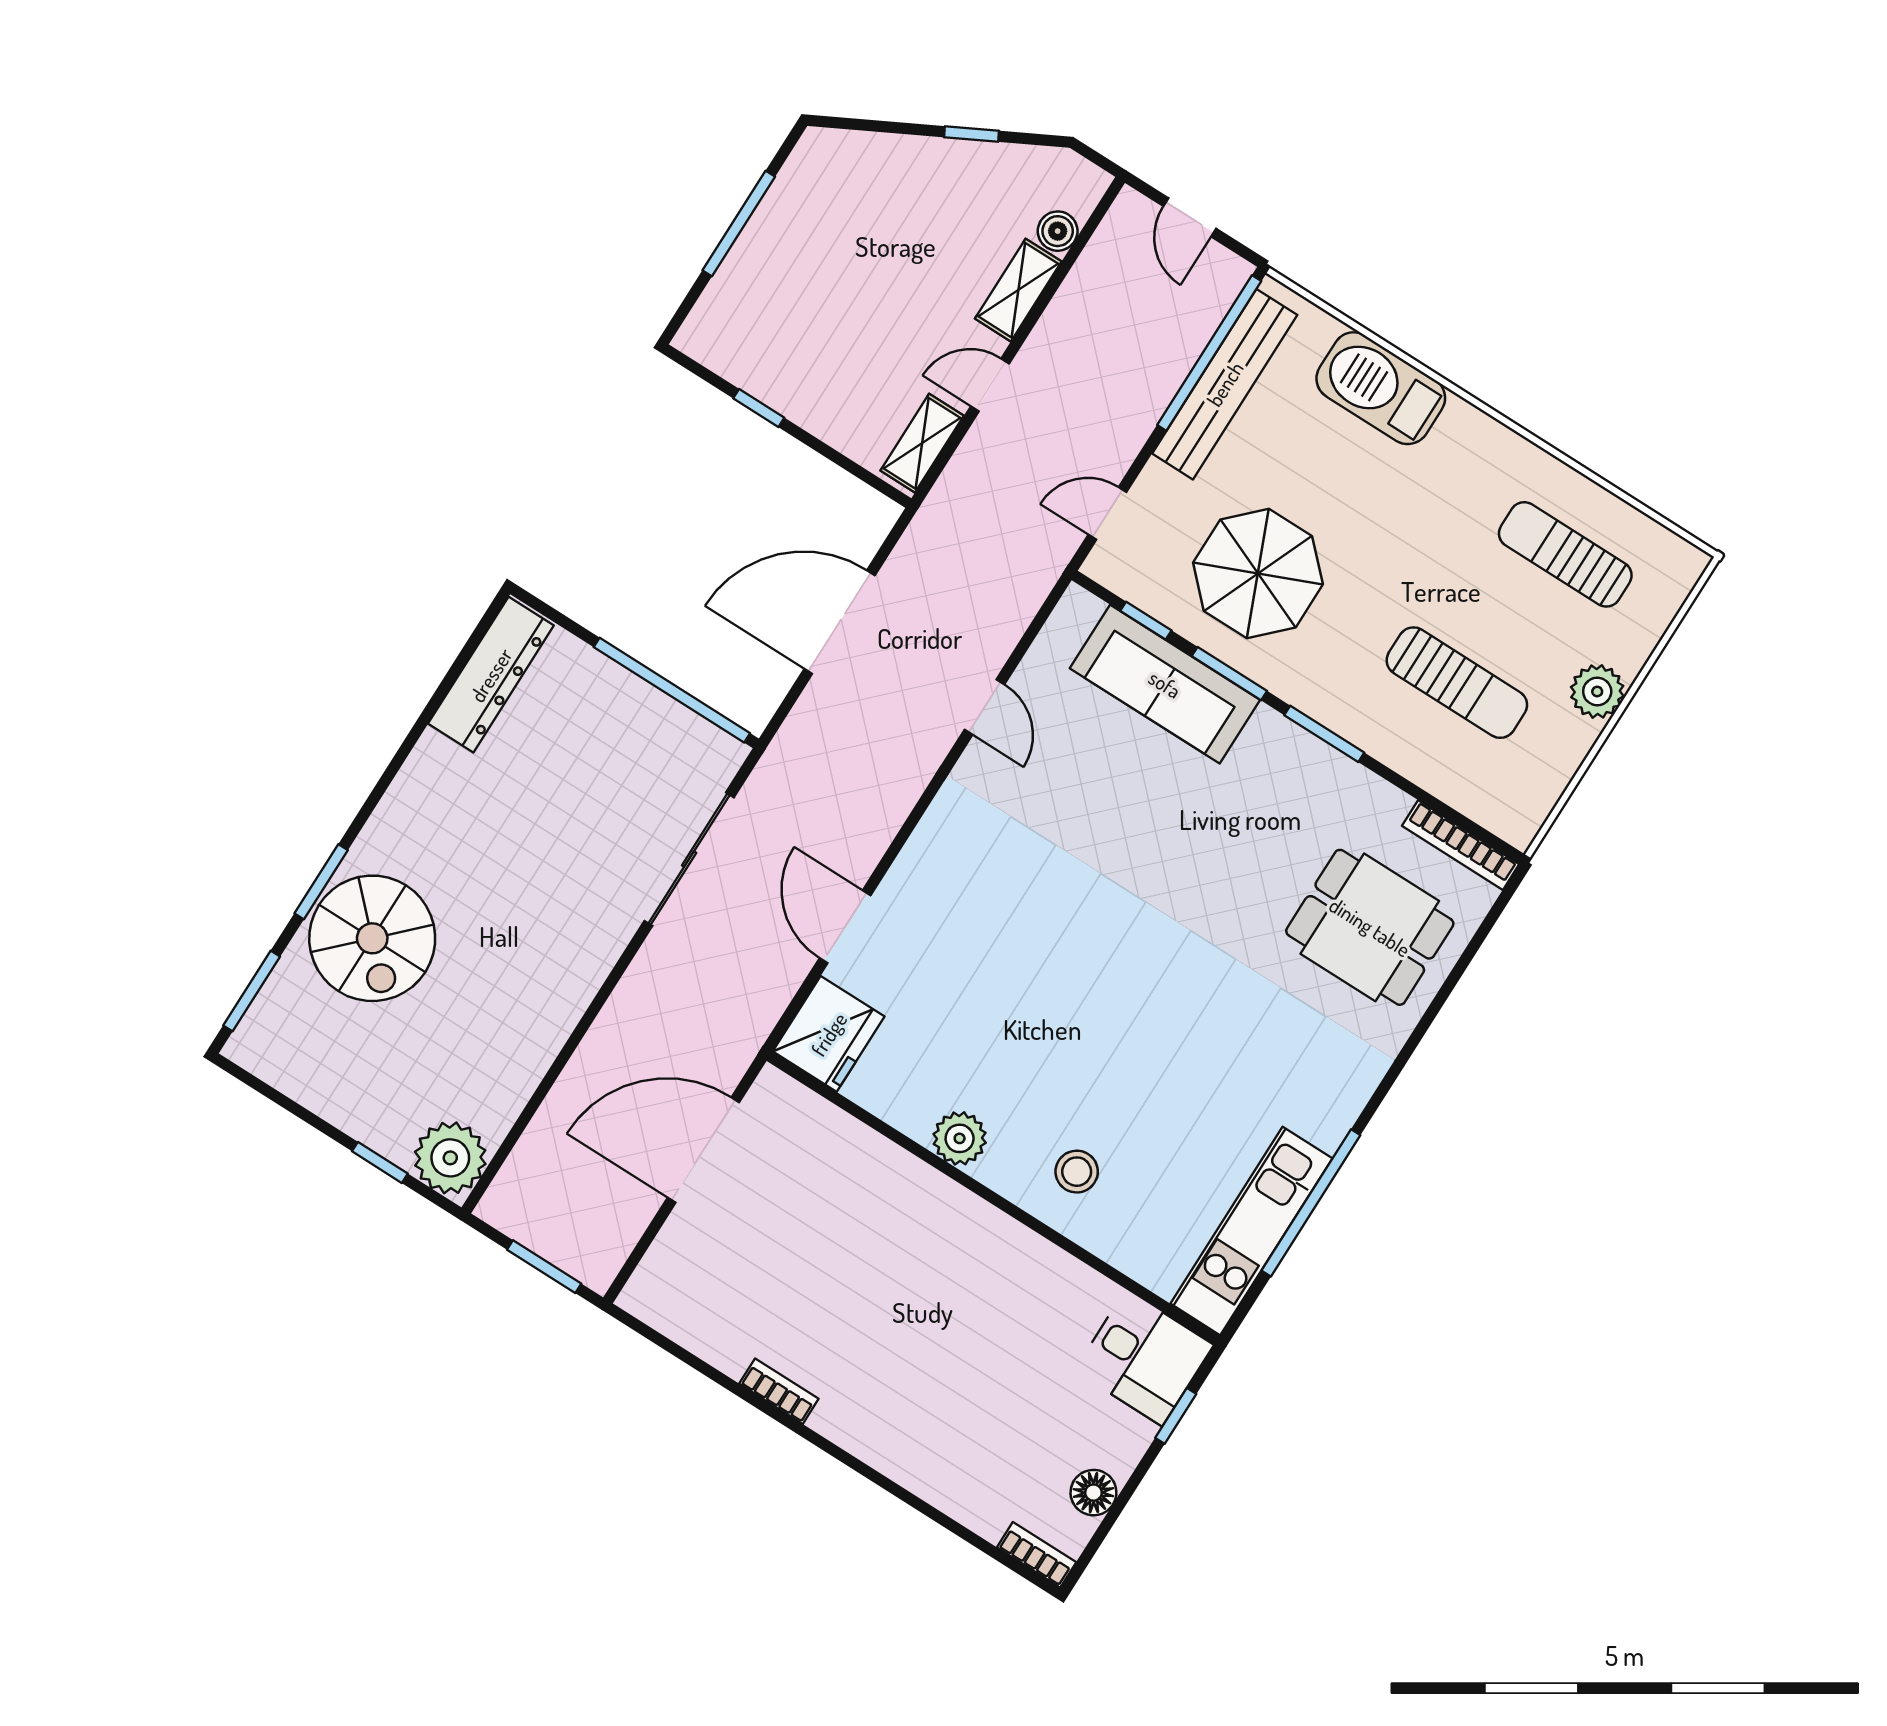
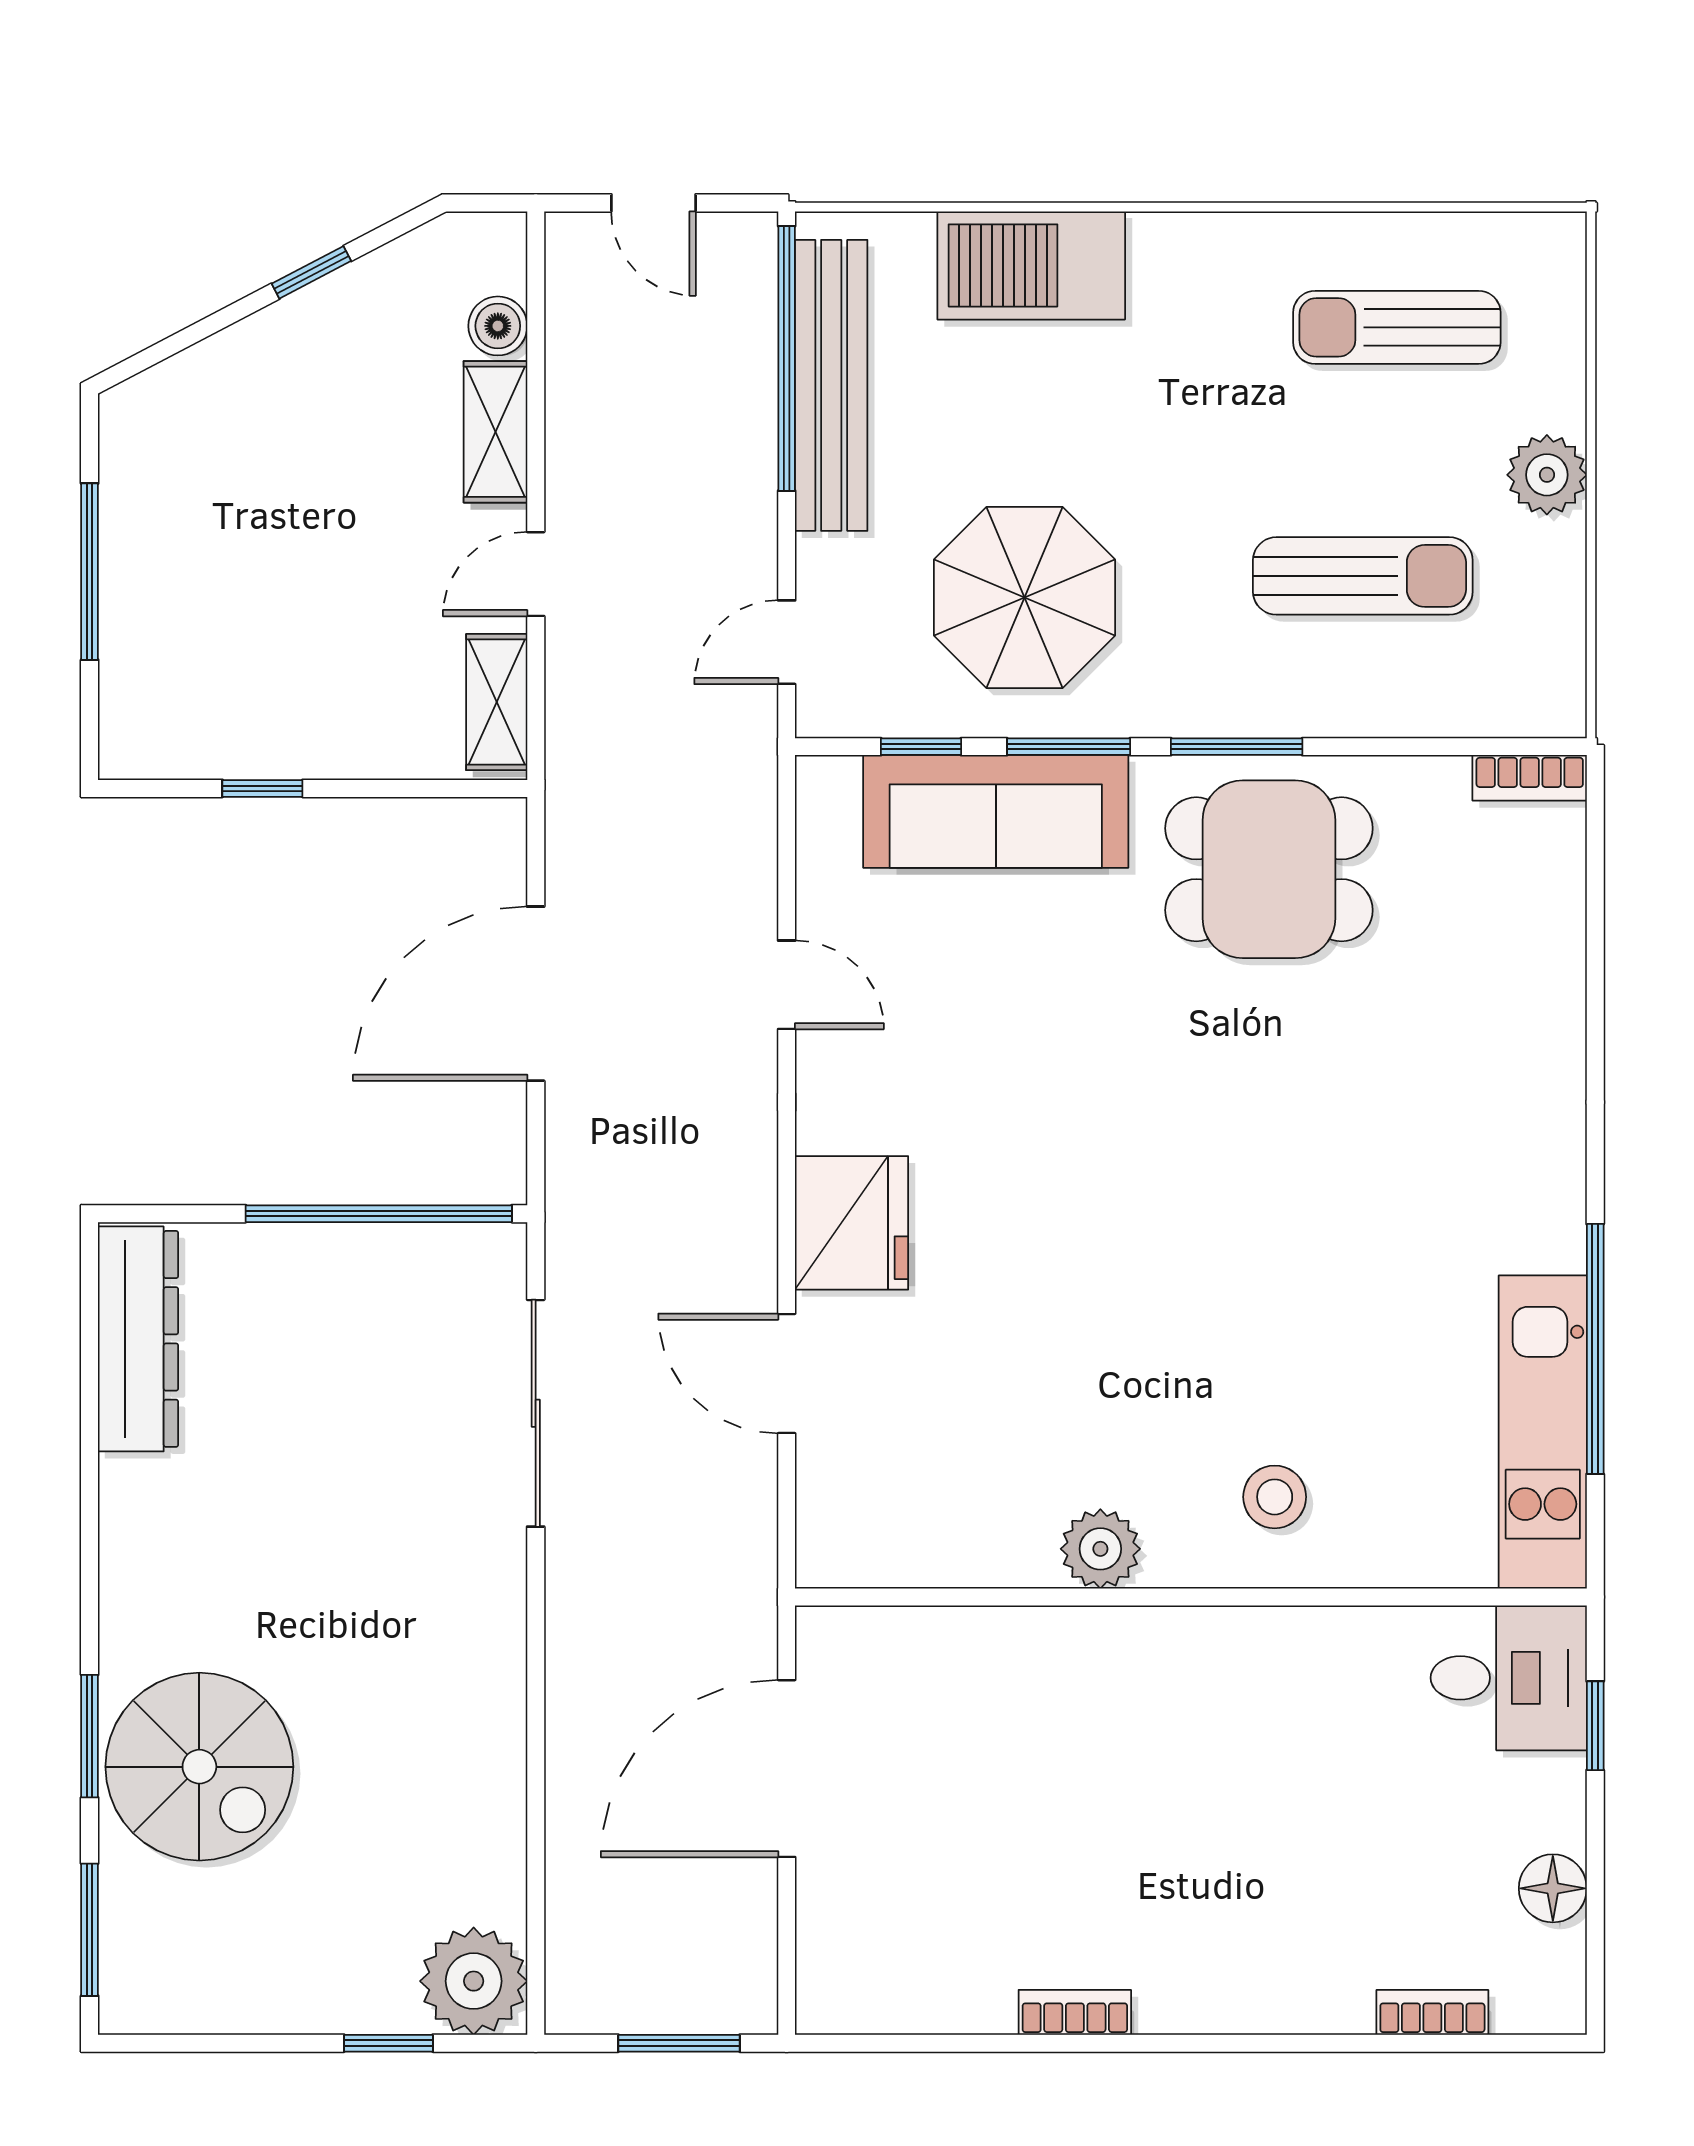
bookcase: (1461, 845) -> (1530, 778), width x0.64
dining table: (1370, 927) -> (1269, 869), moved
fridge: (829, 1034) -> (852, 1223), moved
bookcase: (1037, 1555) -> (1432, 2012), moved

